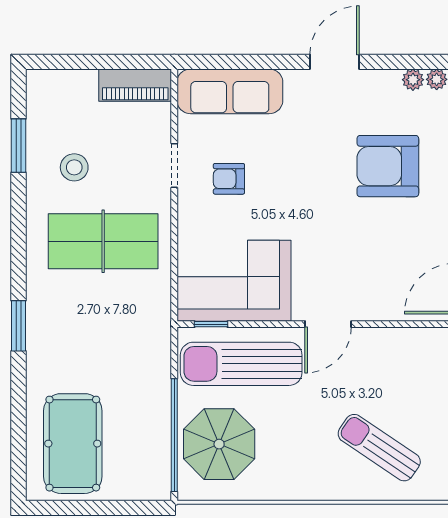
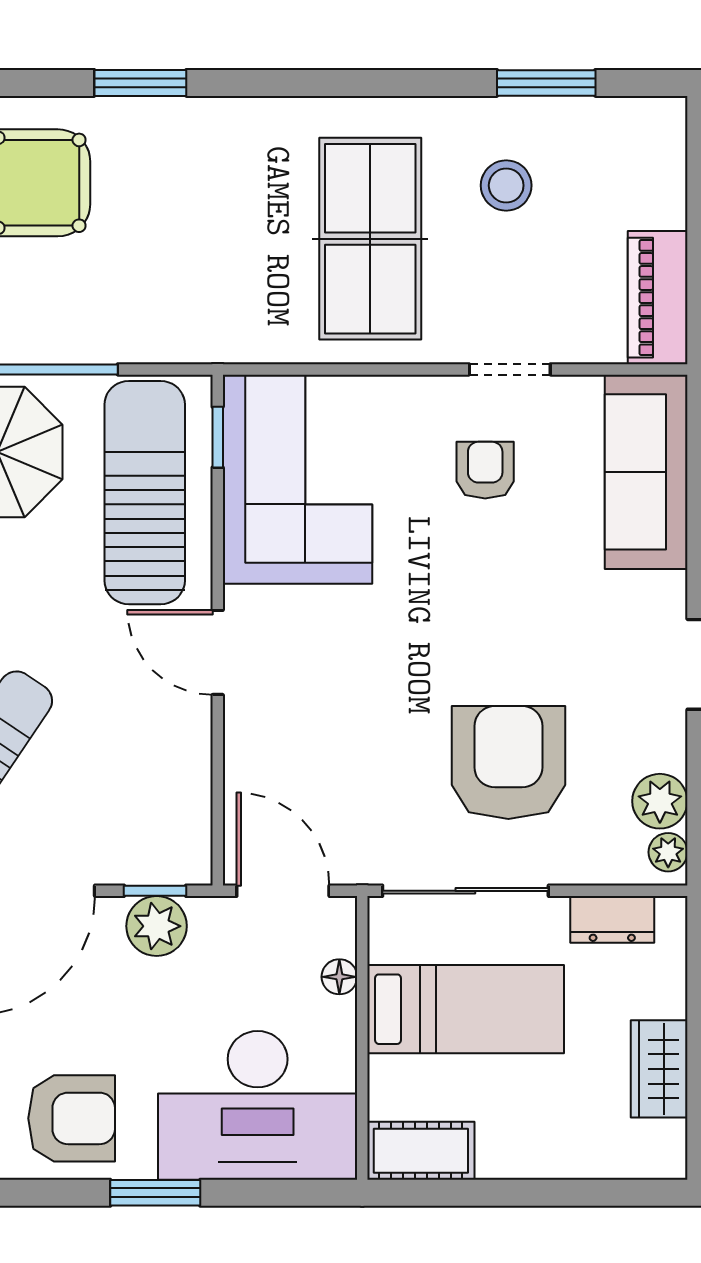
plant: (413, 80) -> (660, 801), width x1.38, depth x1.38
window: (18, 326) -> (140, 83), moved

